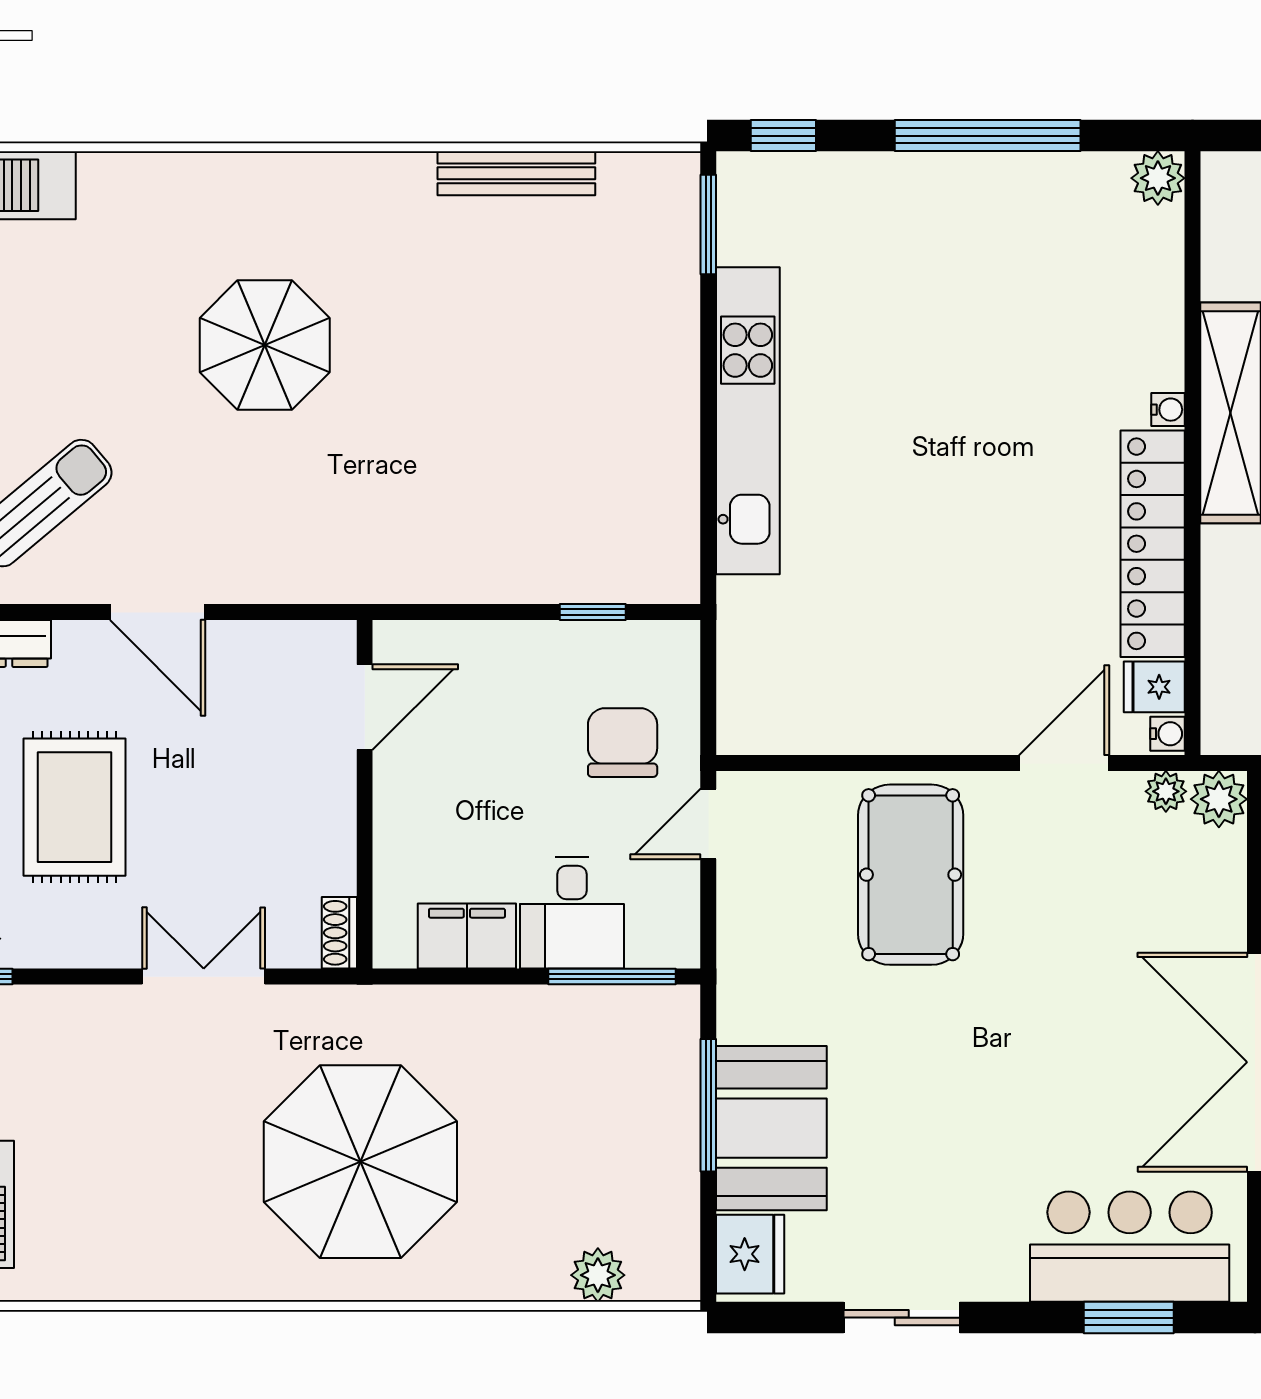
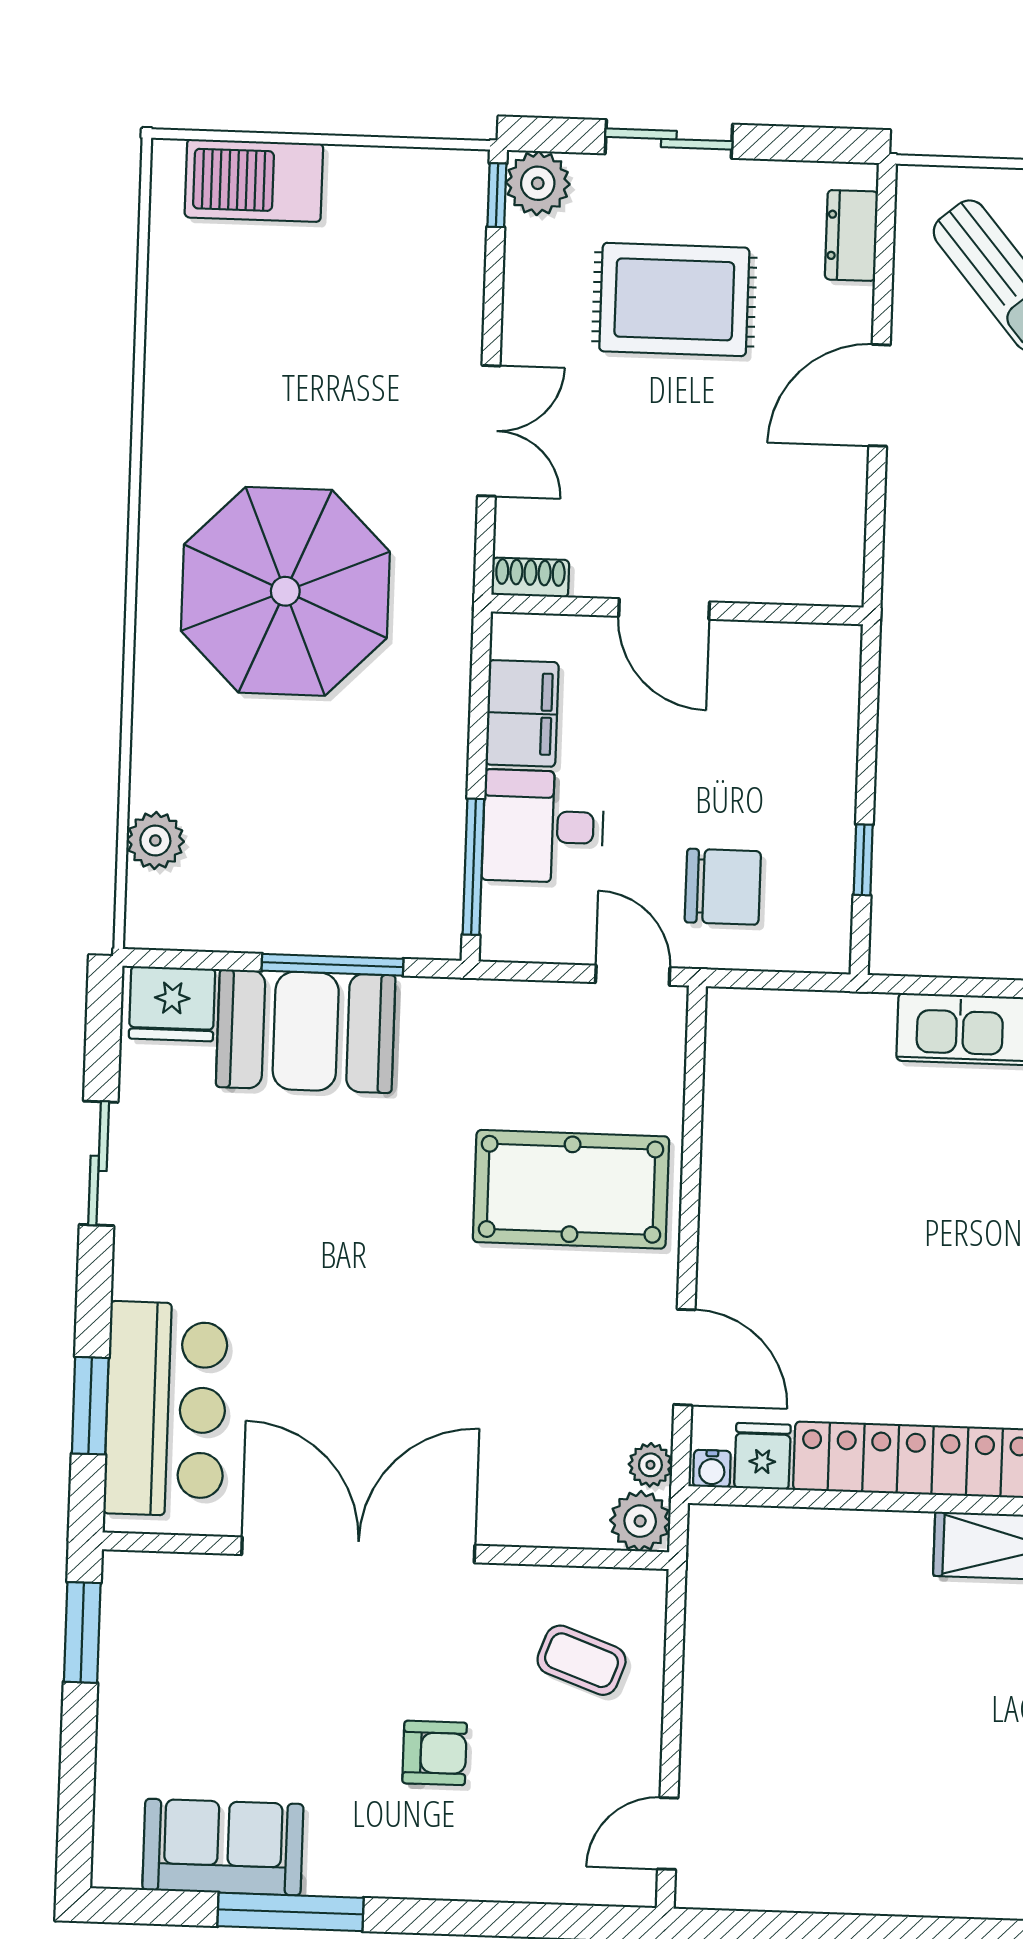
door: (365, 707) -> (664, 609), moved

